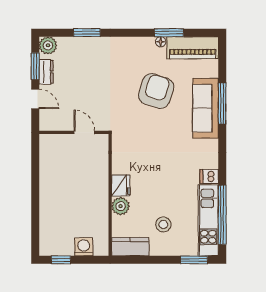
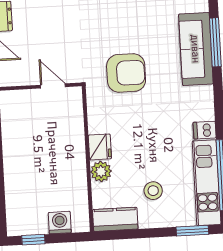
armchair: (156, 91) -> (126, 73), moved, turned 72

